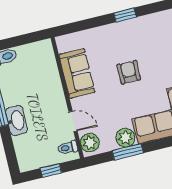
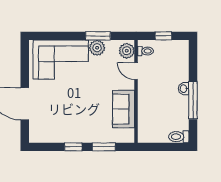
window: (89, 24) -> (104, 147), added
armchair: (129, 72) -> (81, 100), removed
washbasin: (16, 121) -> (184, 89), width x0.52, depth x0.69

